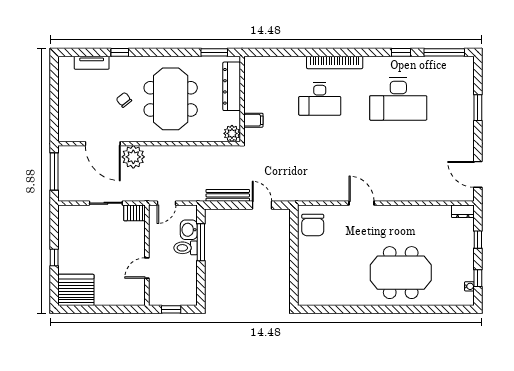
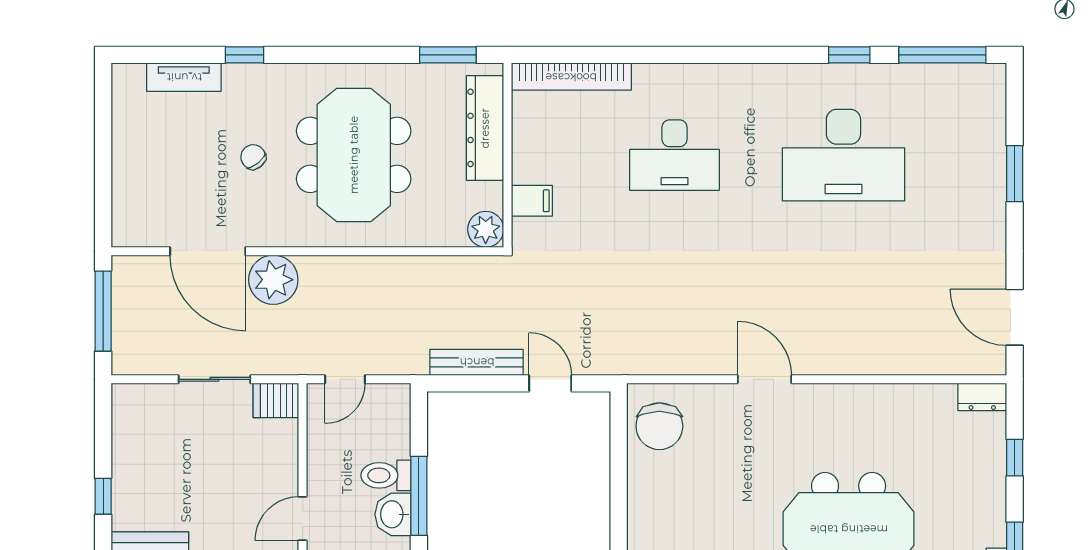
bookcase: (335, 62) -> (571, 77), moved
washbasin: (189, 230) -> (393, 514), moved
window: (201, 242) -> (419, 496), moved

